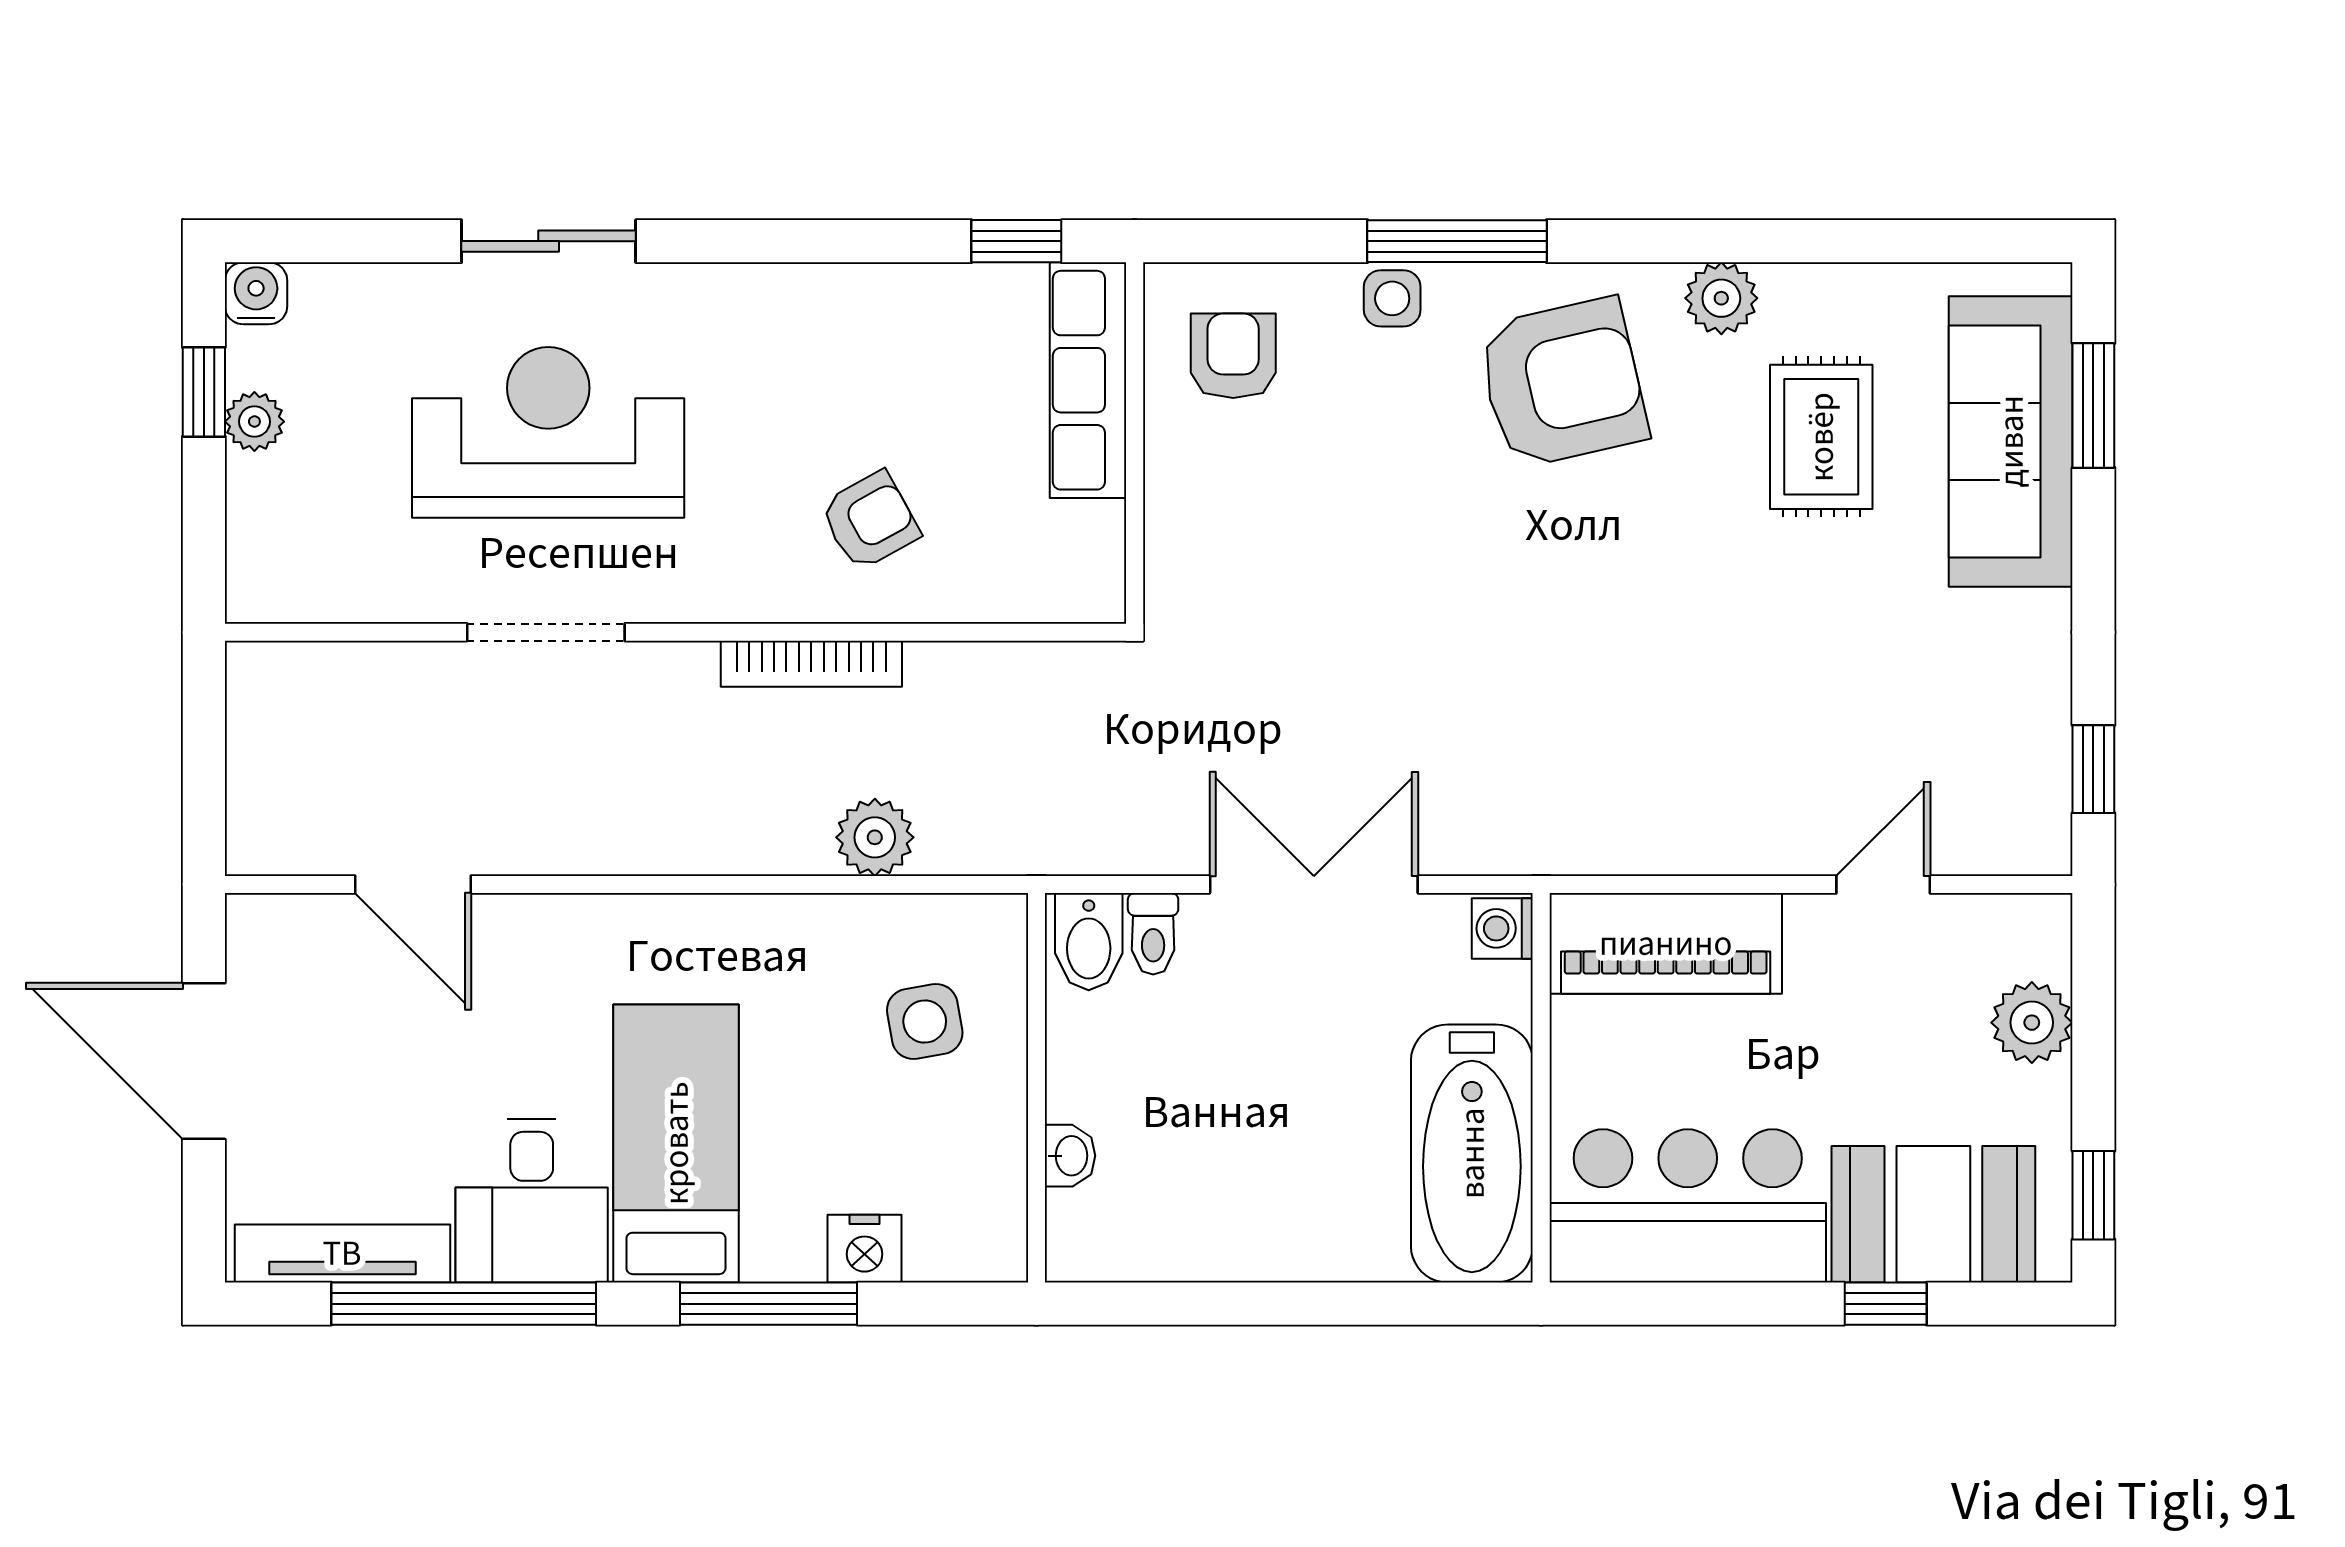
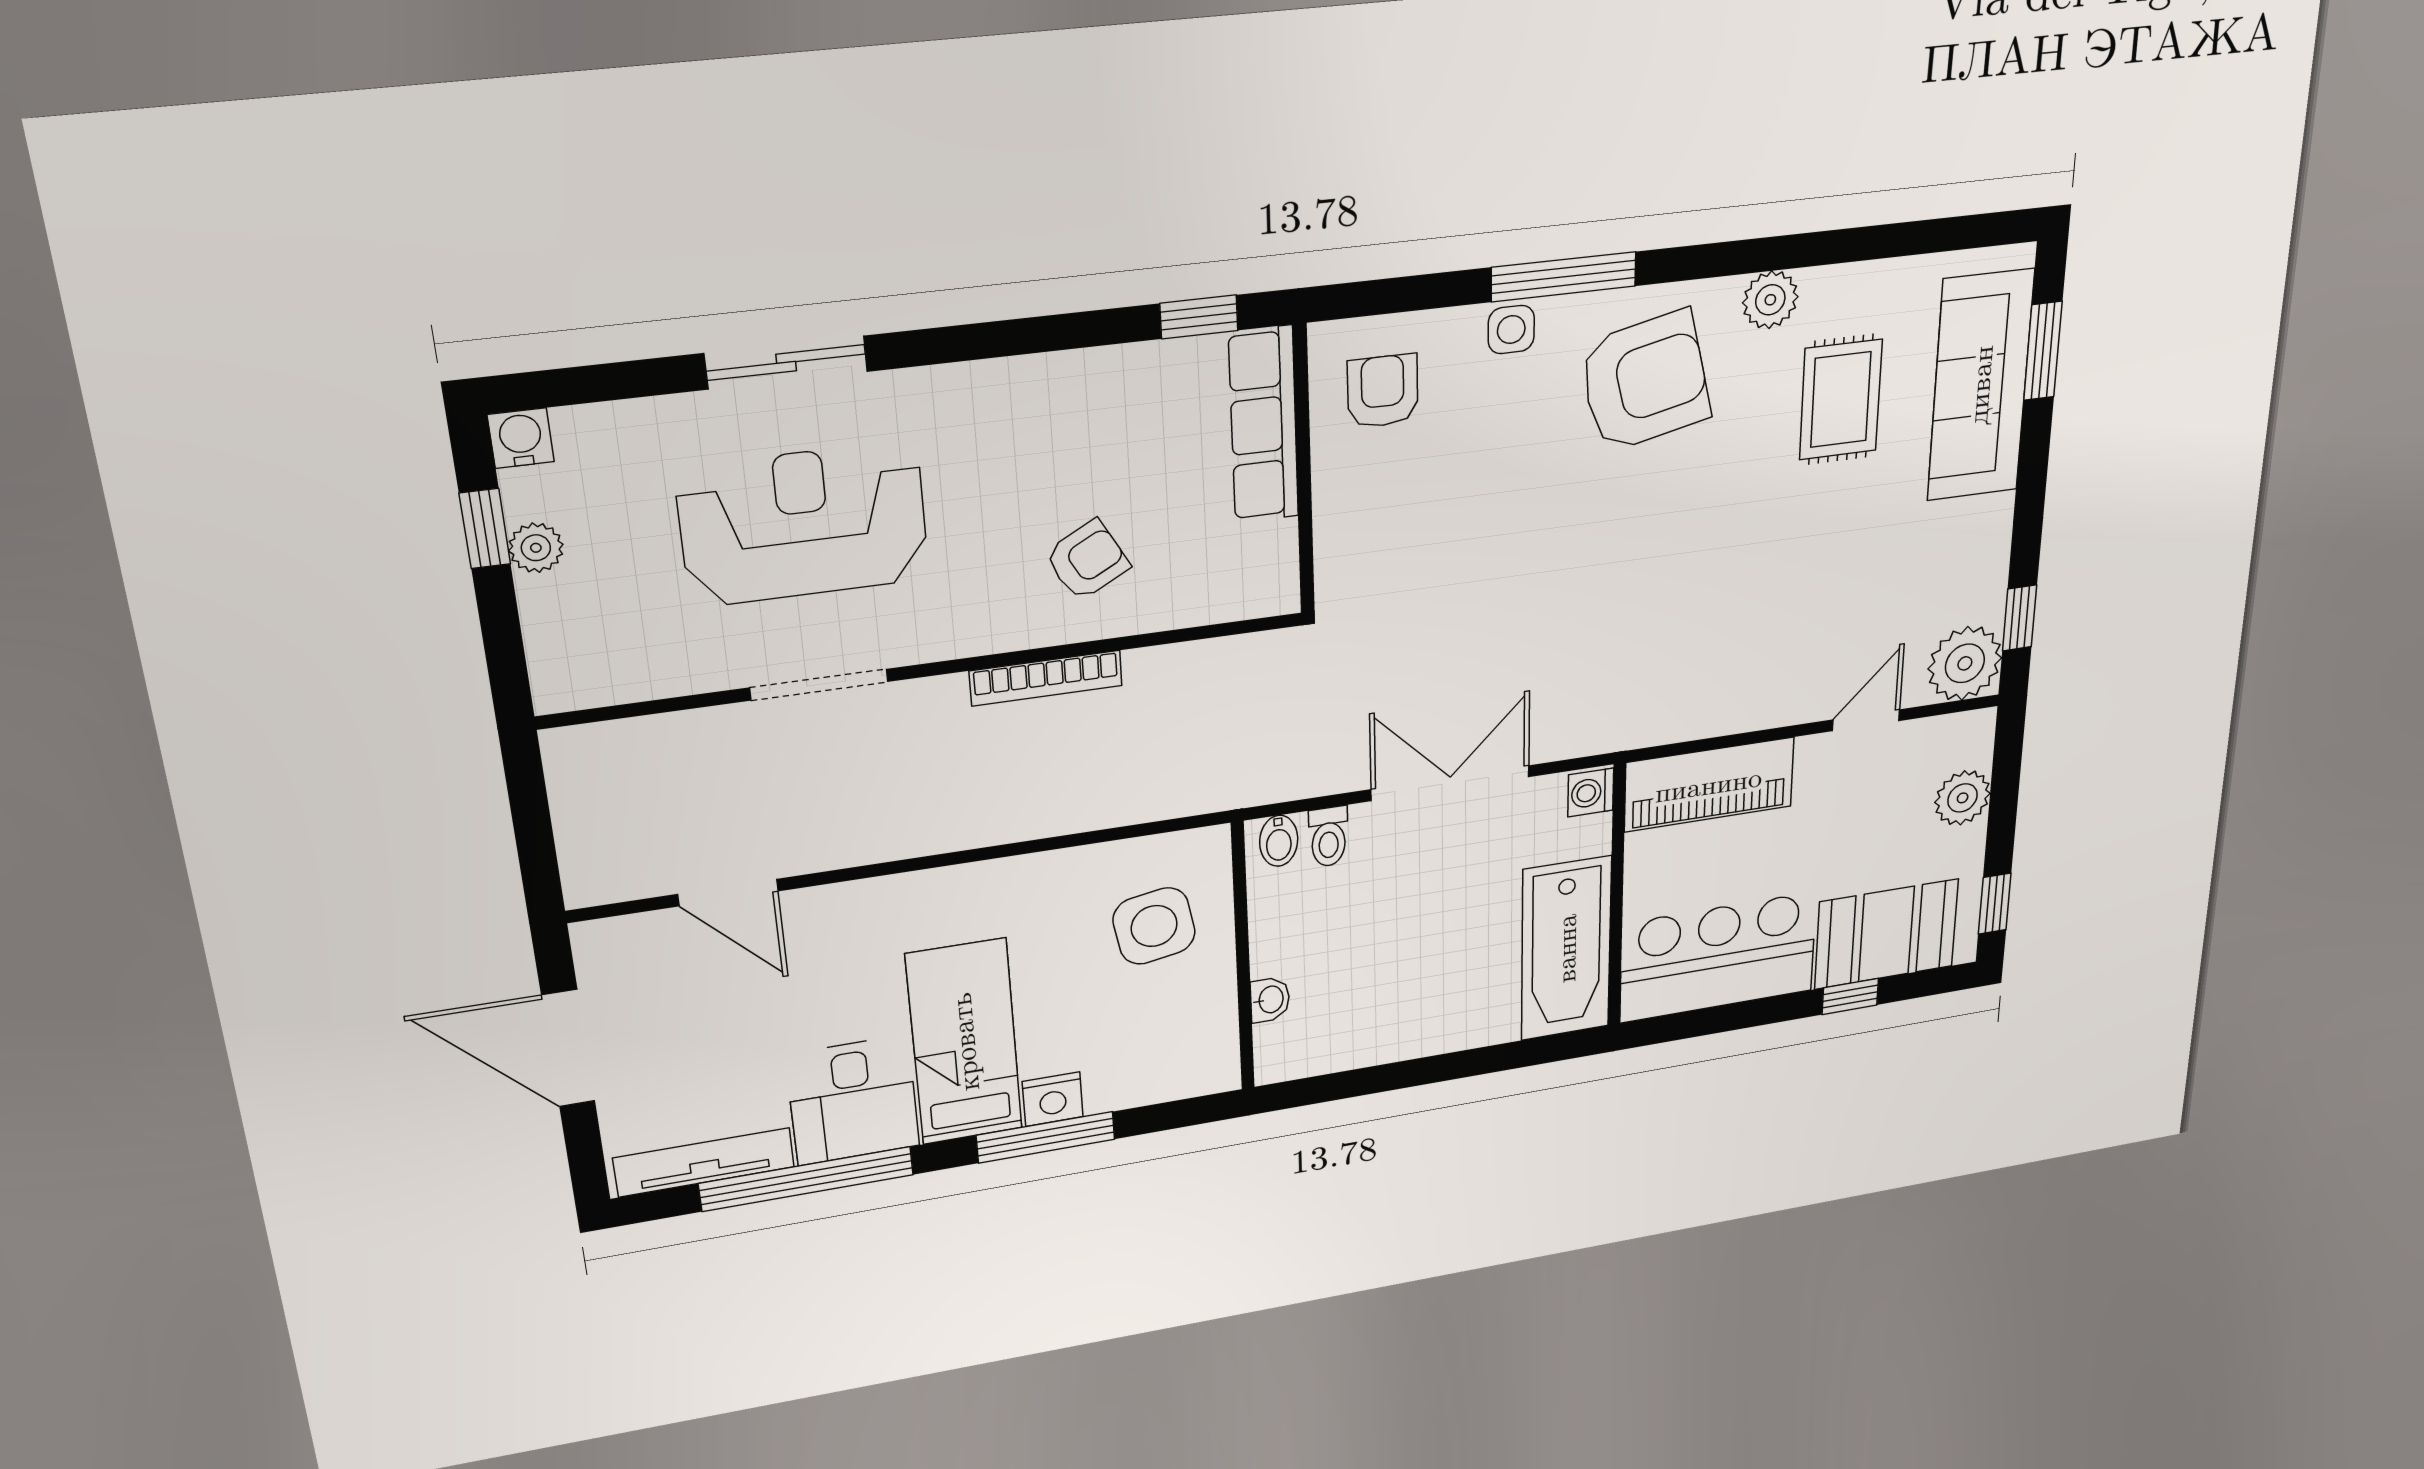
plant: (875, 837) -> (1965, 663), moved, width x1.36, depth x1.36
bidet: (1089, 942) -> (1279, 841), width x0.72, depth x0.74
side table: (925, 1022) -> (1154, 926), width x1.37, depth x1.37
nightstand: (865, 1249) -> (1053, 1099), moved

